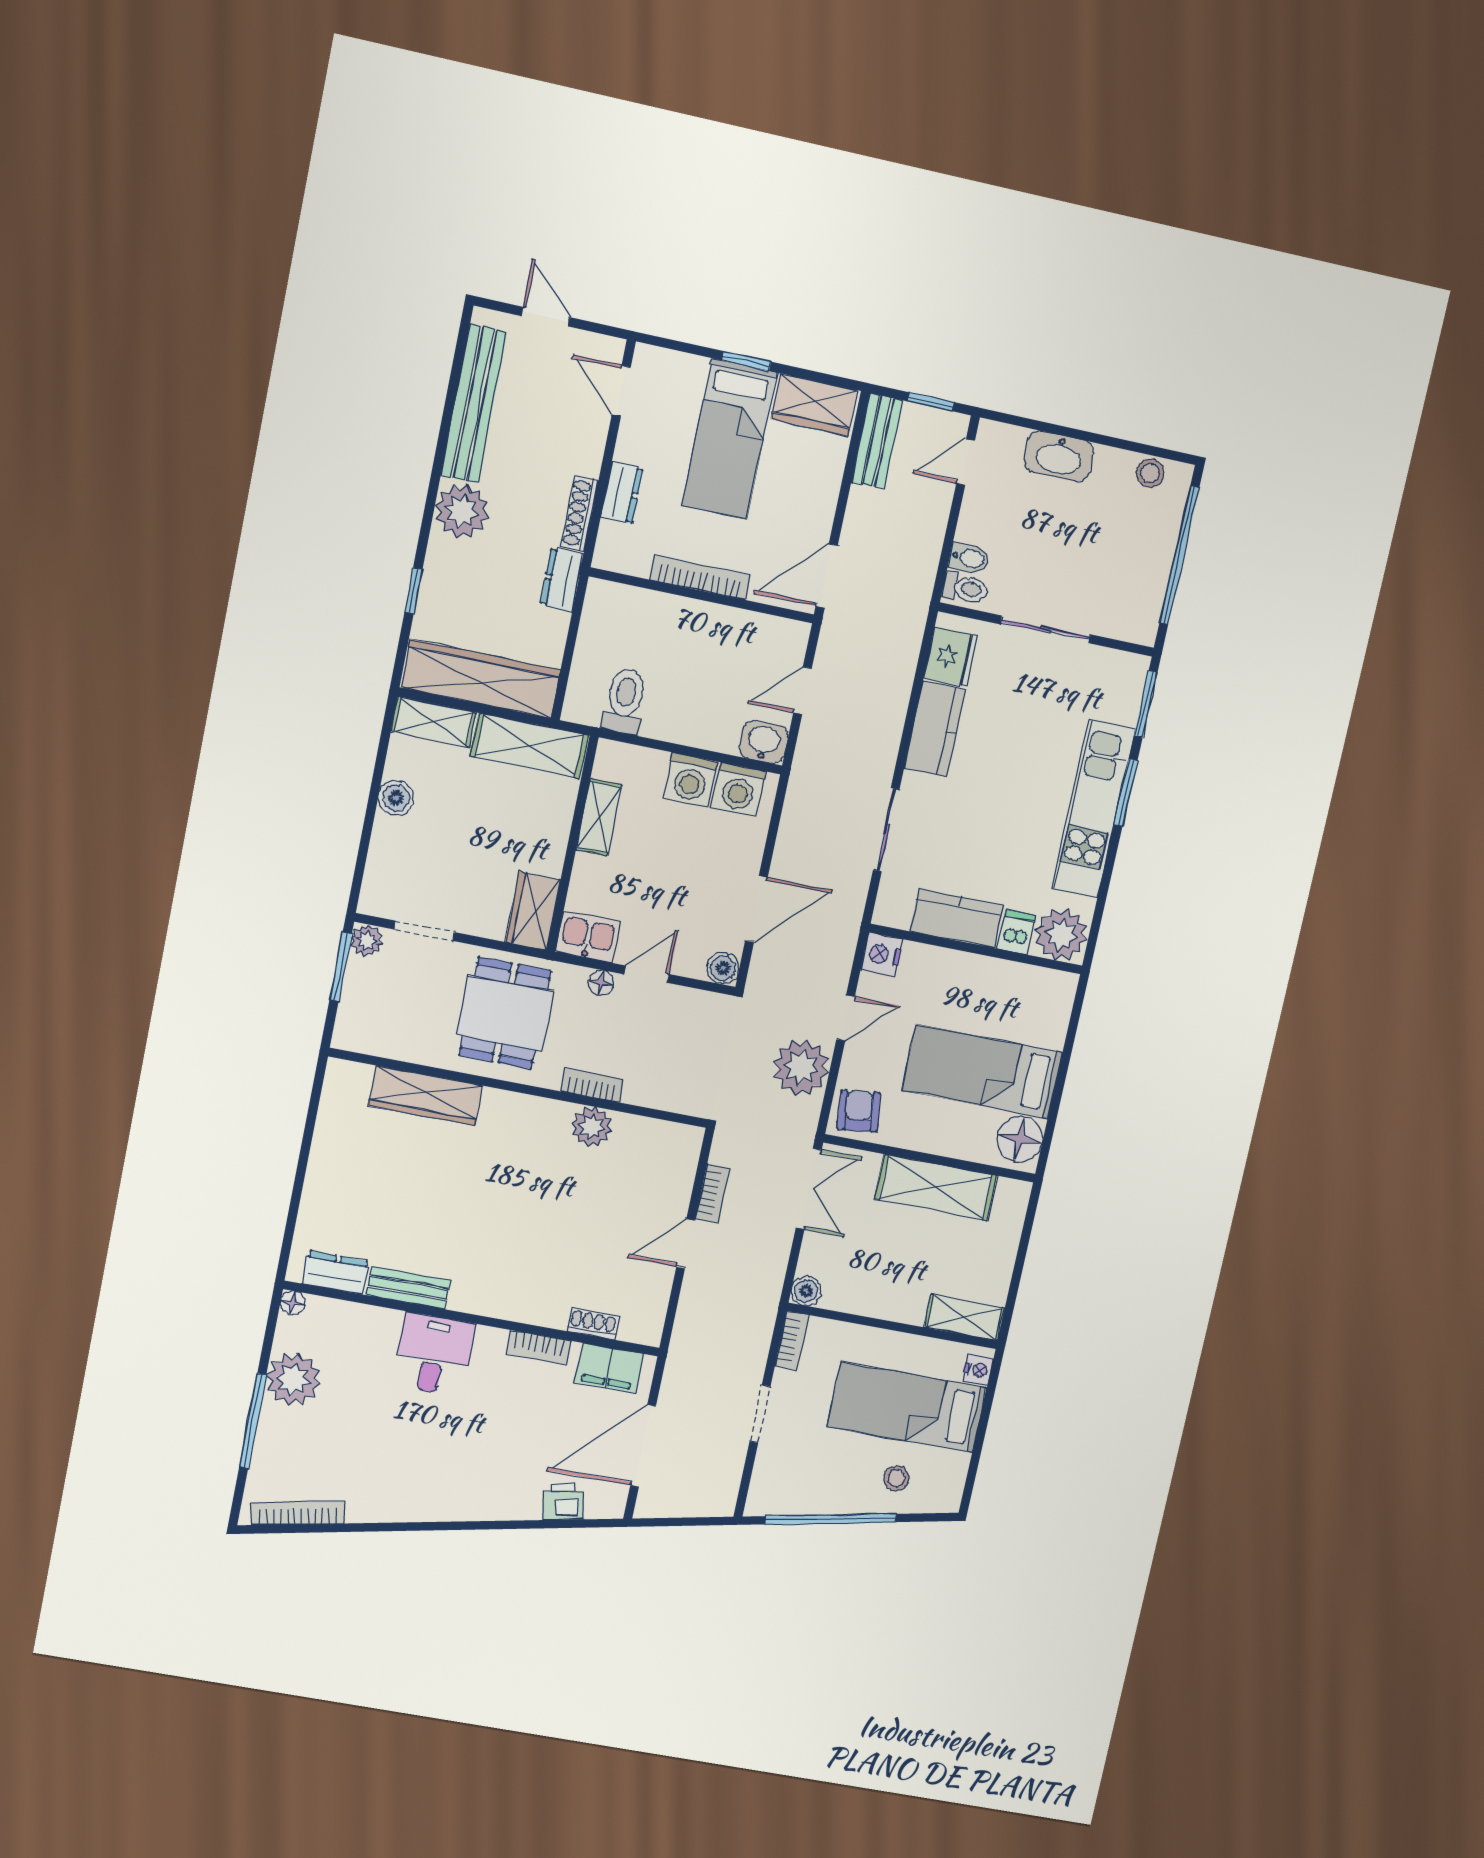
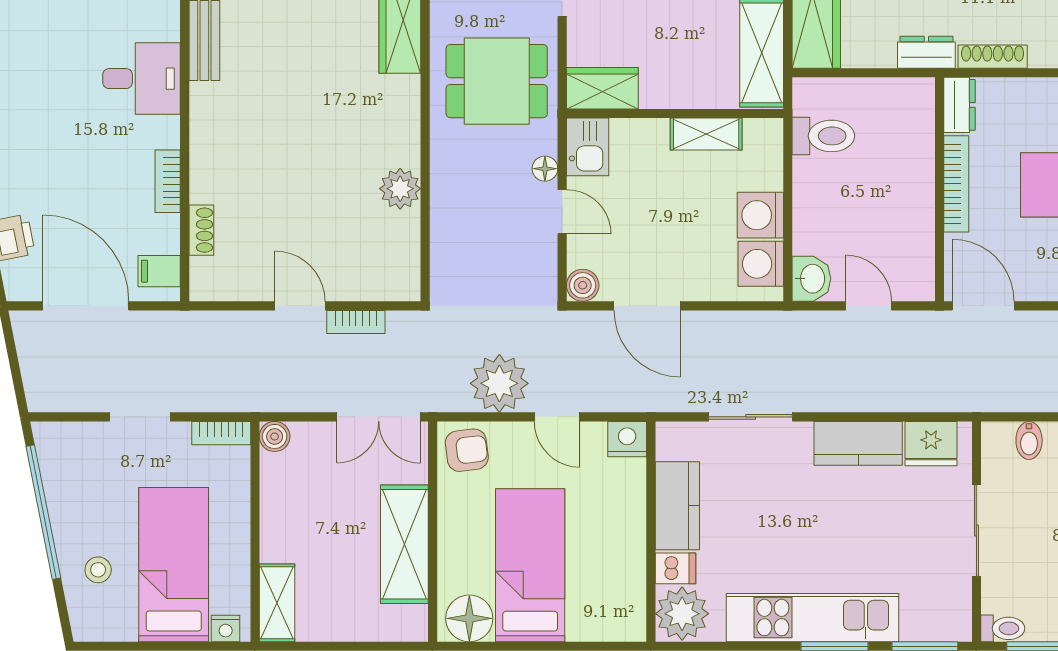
dresser: (622, 493) -> (960, 105), moved, turned -90
toilet: (965, 588) -> (1003, 628), moved, turned -90
bookcase: (592, 1085) -> (442, 181), removed
filing cabinet: (609, 1368) -> (159, 271), width x0.50

